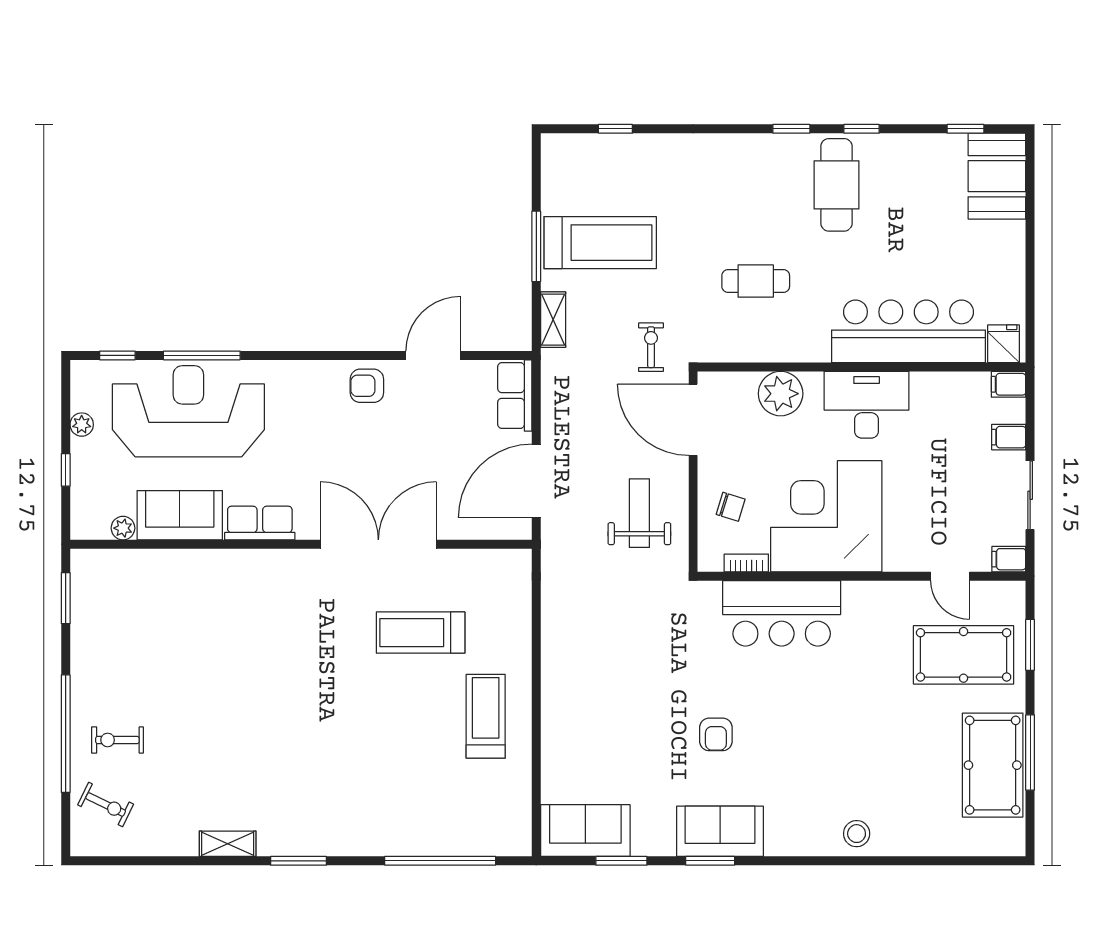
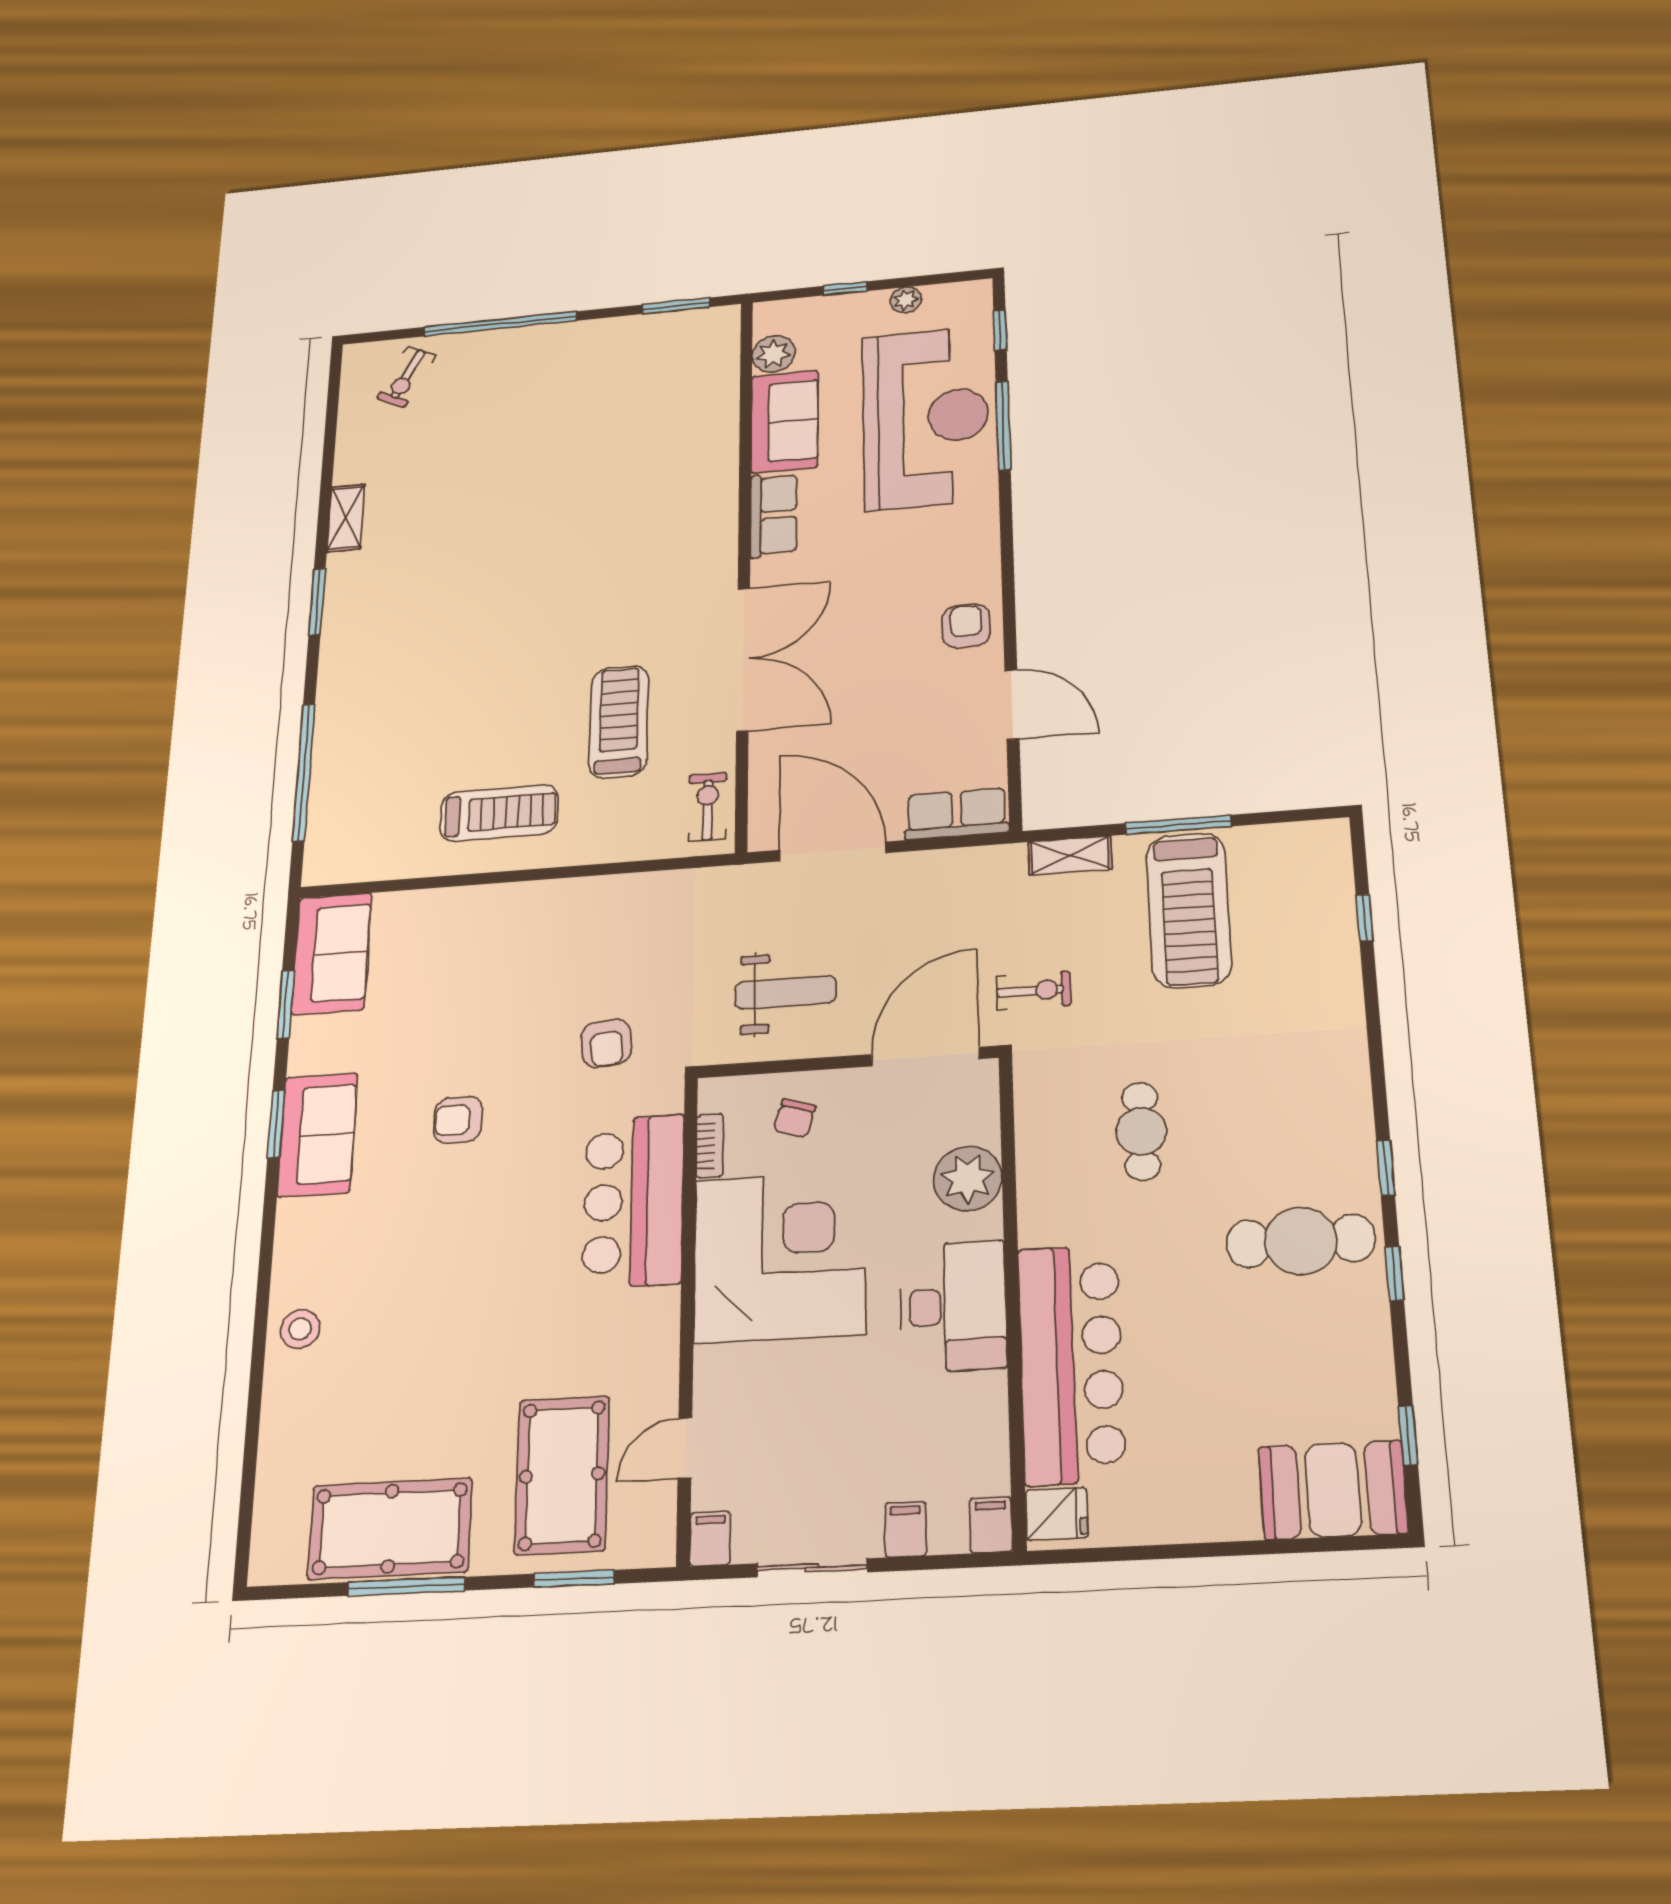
plant: (123, 528) -> (774, 354), width x1.38, depth x1.38
armchair: (667, 635) -> (606, 1043), added
exercise bike: (117, 740) -> (708, 807), moved

